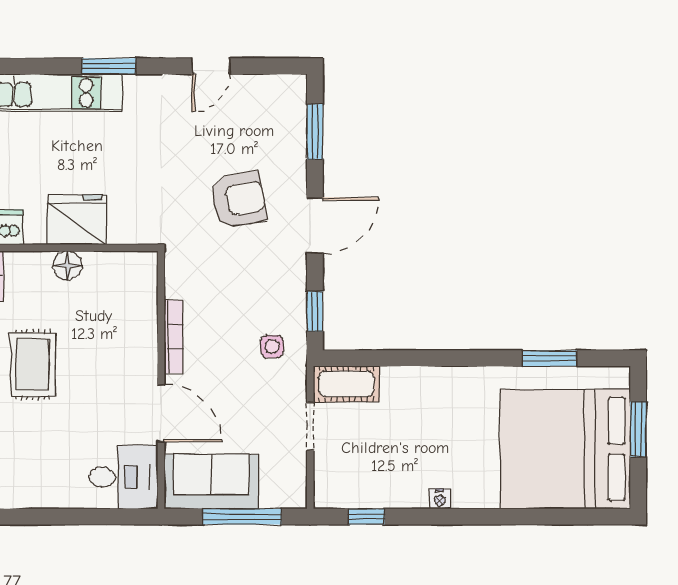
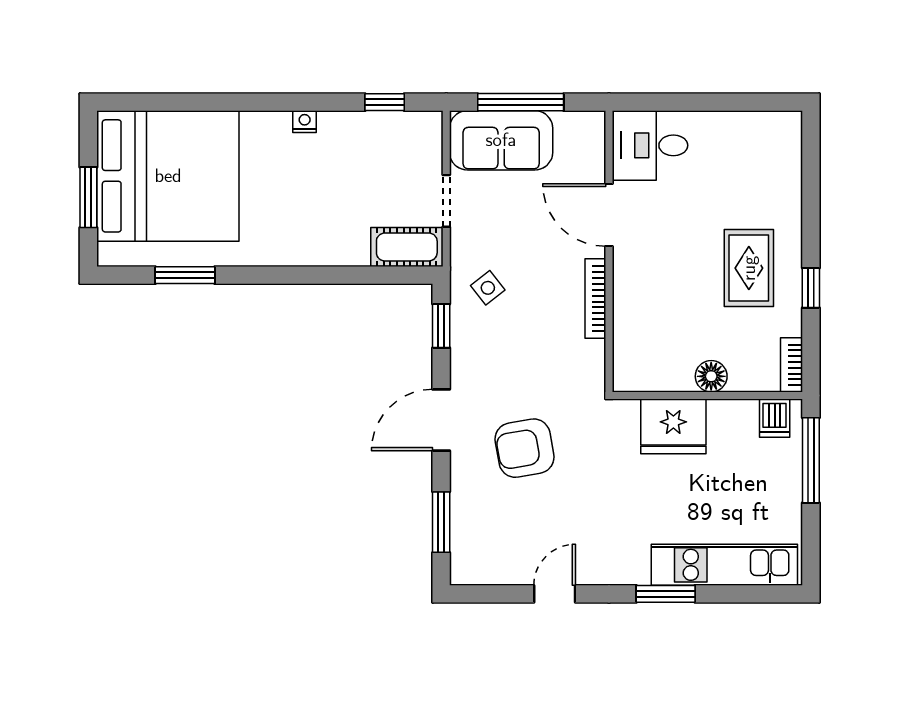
fridge: (77, 220) -> (673, 426), moved
side table: (272, 346) -> (488, 288), turned -38
sofa: (211, 482) -> (501, 140), moved

